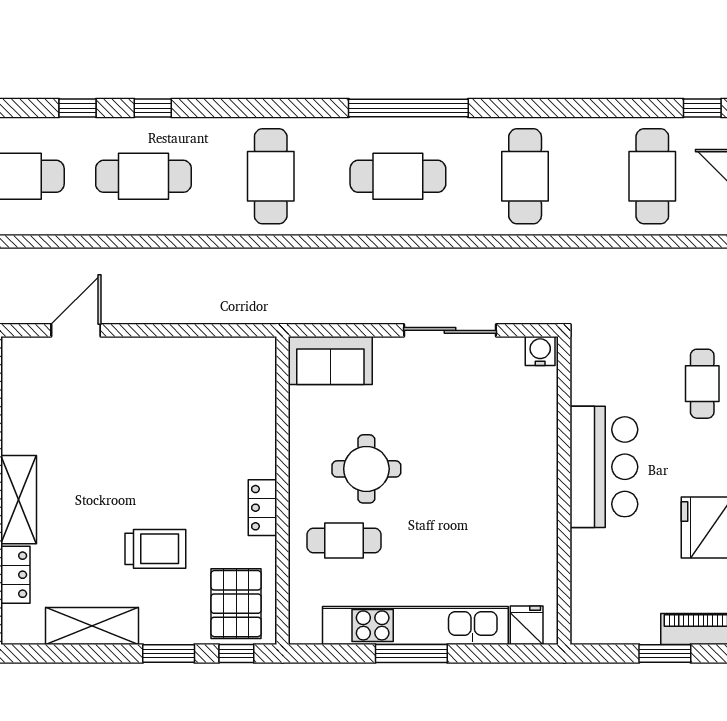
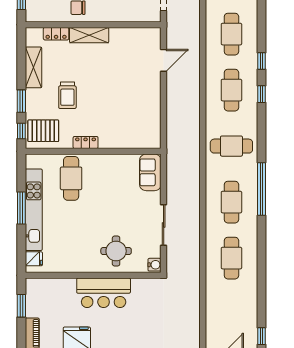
window: (408, 108) -> (261, 189), moved
cafe table: (525, 176) -> (231, 258), turned 90
cafe table: (652, 176) -> (231, 314), removed
door: (76, 330) -> (164, 60), hinge flipped
cafe table: (702, 384) -> (140, 336), removed
round table: (366, 469) -> (116, 251), moved
cafe table: (344, 541) -> (71, 178), width x1.37, depth x1.35
window: (665, 654) -> (21, 306), moved

